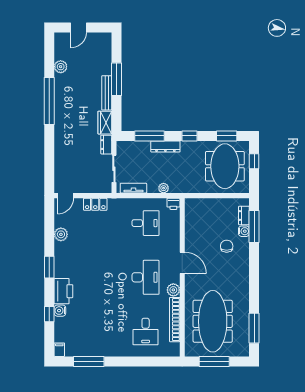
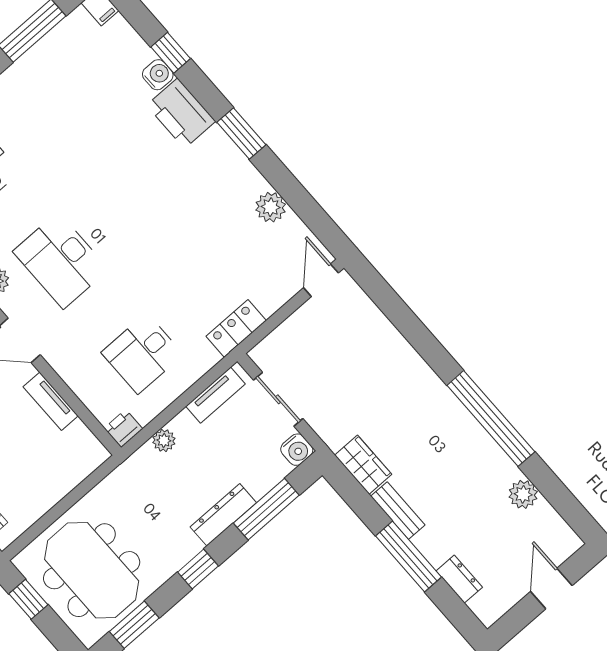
bench: (107, 93) -> (398, 511), width x0.73
dresser: (106, 145) -> (459, 579), moved
water cooler: (122, 147) -> (297, 450), added
window: (254, 161) -> (28, 599), moved
locker: (95, 204) -> (236, 328), moved
tv unit: (190, 234) -> (51, 401), added

